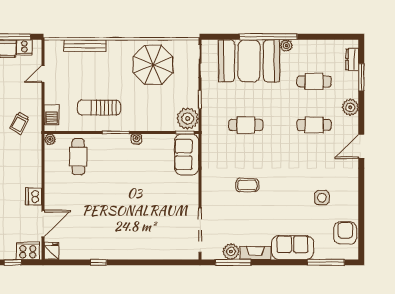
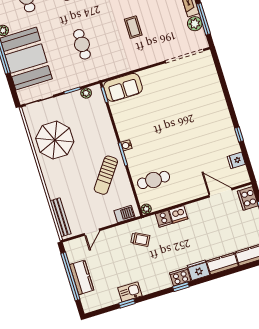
bench: (85, 46) -> (60, 217), moved
cooker: (24, 47) -> (164, 219), moved, turned 90
door: (43, 74) -> (92, 232), hinge flipped
sun lounger: (99, 108) -> (106, 175), turned 36
plant: (188, 118) -> (86, 93), width x0.53, depth x0.53
water cooler: (136, 139) -> (126, 145), moved
dishwasher: (34, 196) -> (178, 214), moved
fridge: (52, 251) -> (236, 160), moved

